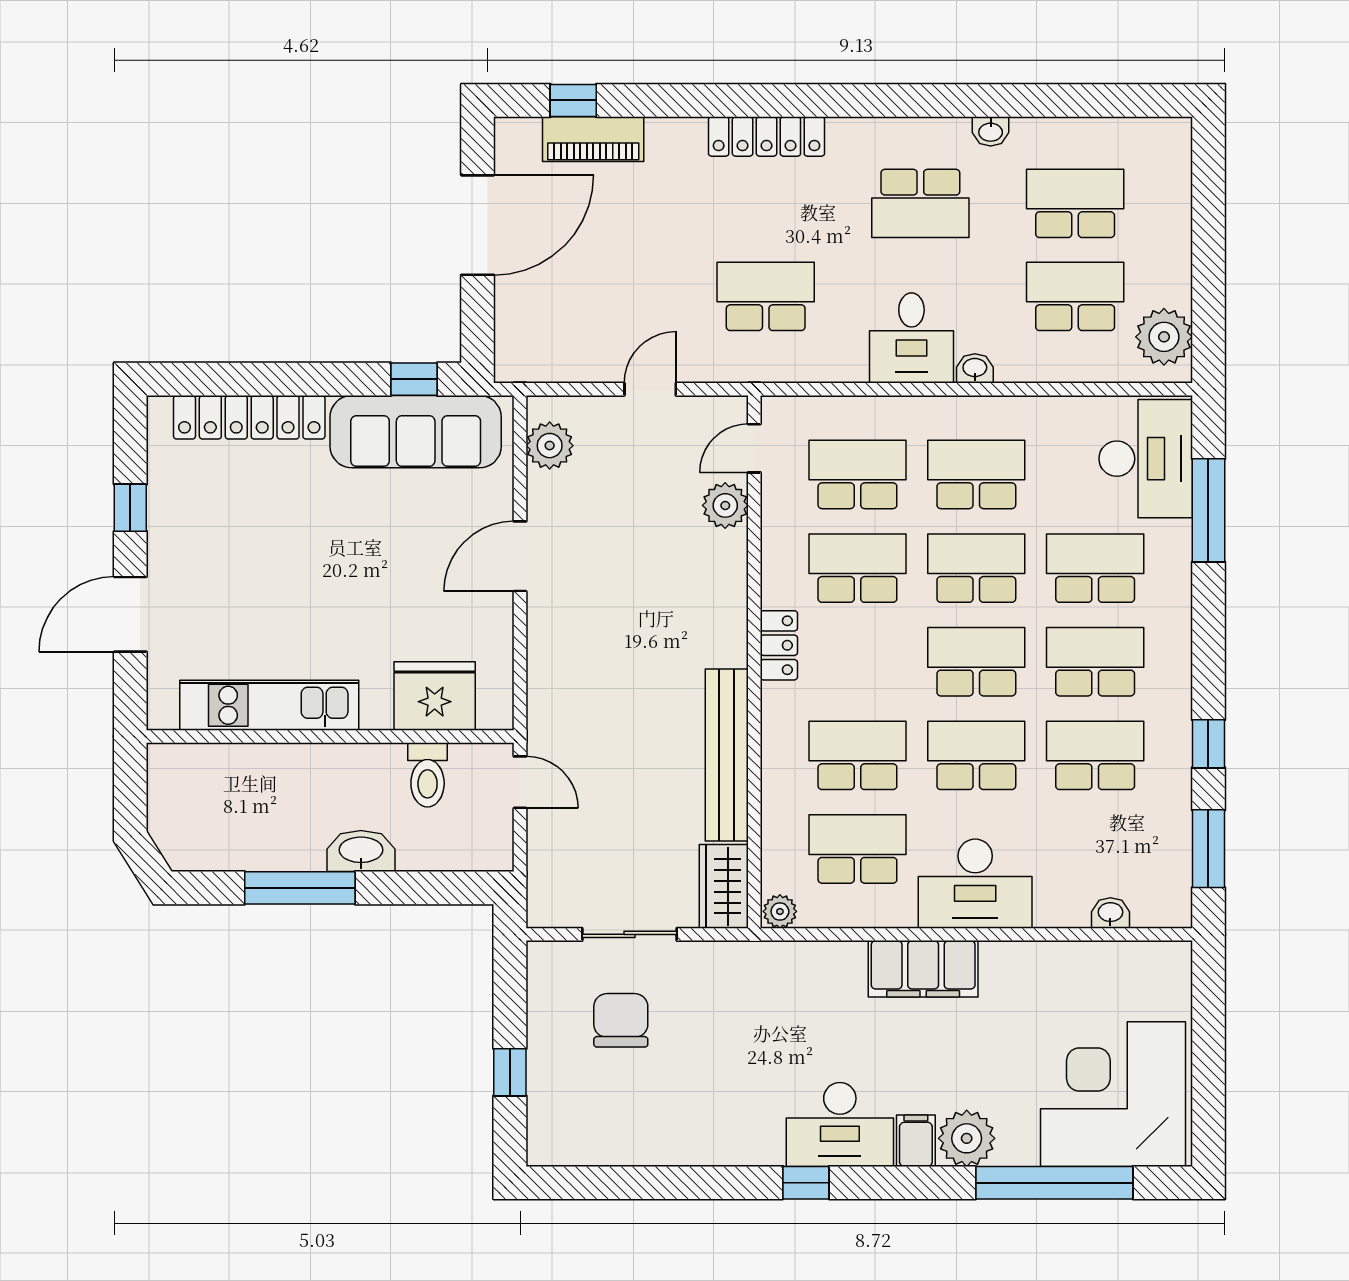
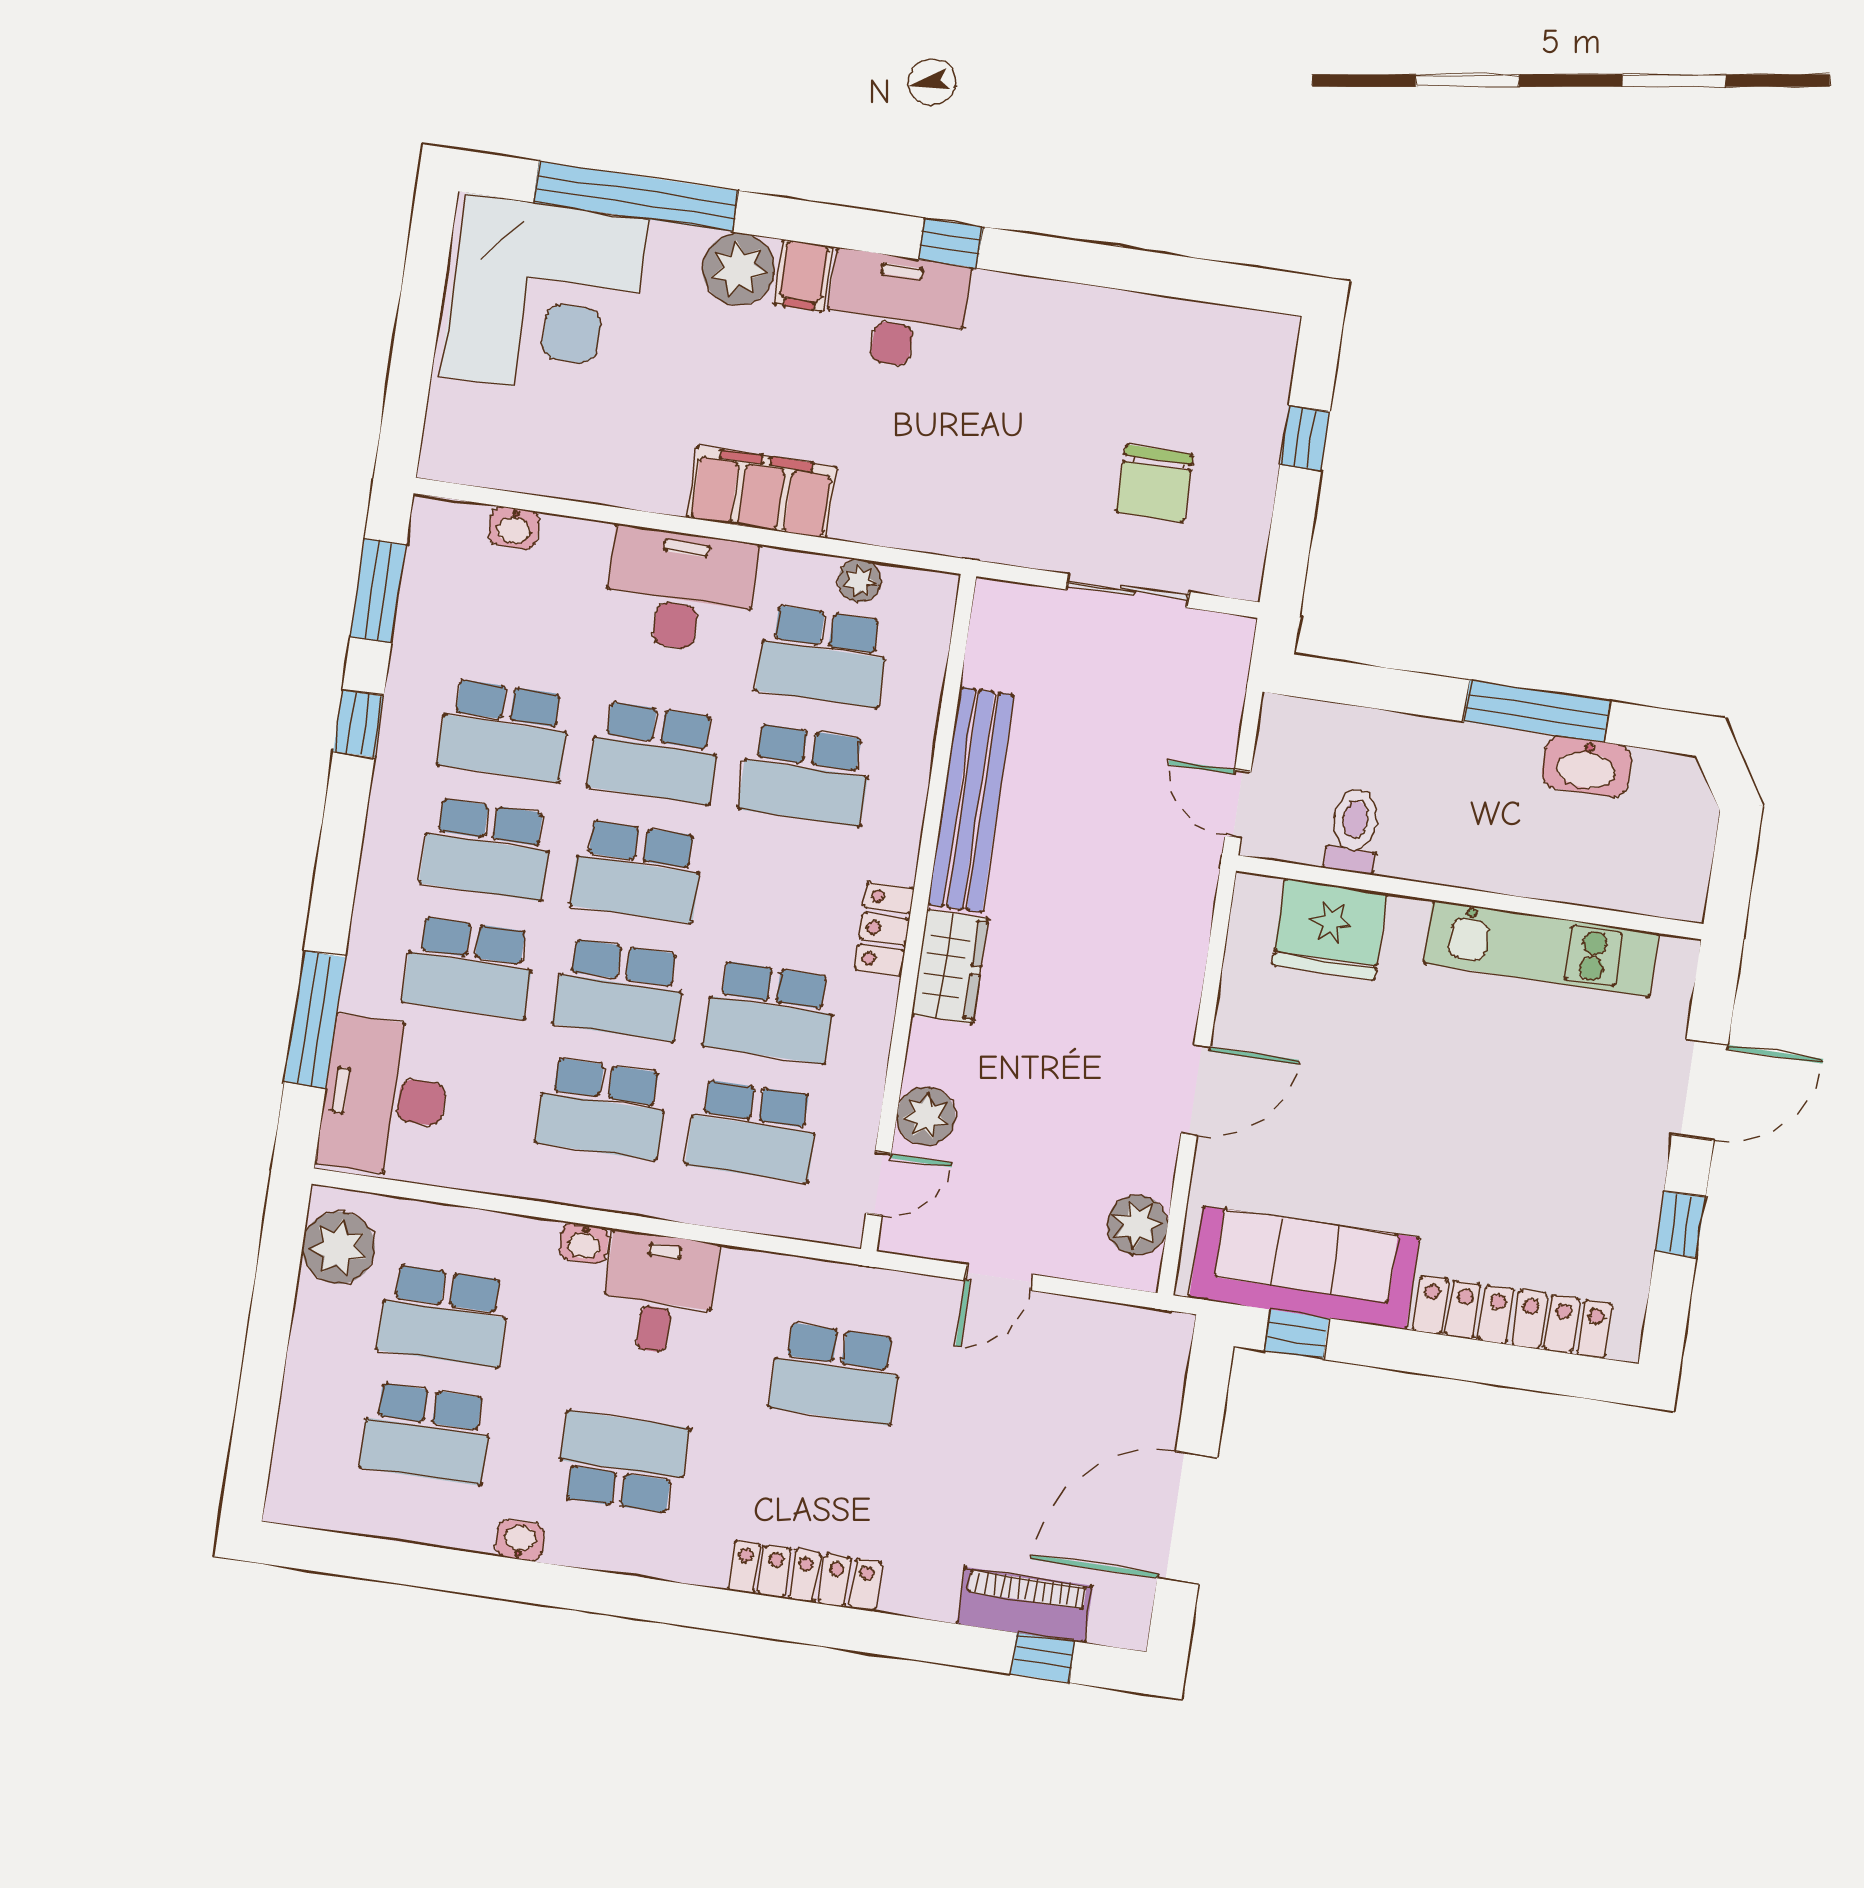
washbasin: (361, 851) -> (1587, 766), moved
wardrobe: (724, 886) -> (950, 967), moved
plant: (780, 911) -> (860, 581), moved

